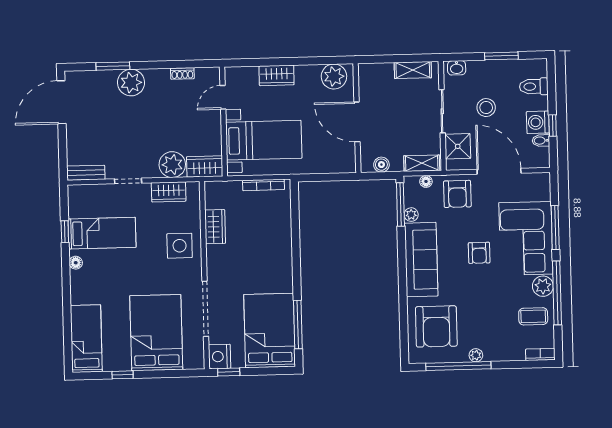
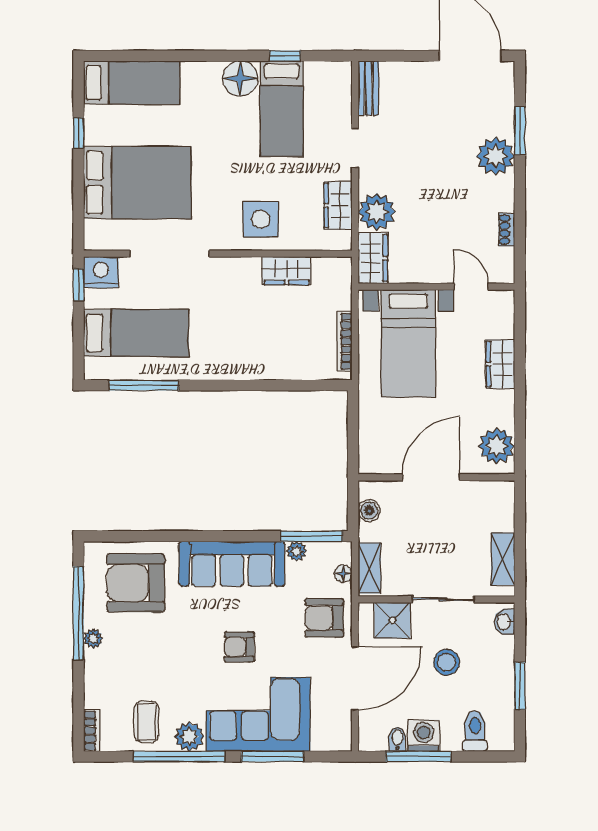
window: (553, 126) -> (418, 756), width x2.17
floor lamp: (76, 263) -> (240, 79), width x1.89, depth x1.89
bed: (270, 331) -> (136, 333), width x0.67

